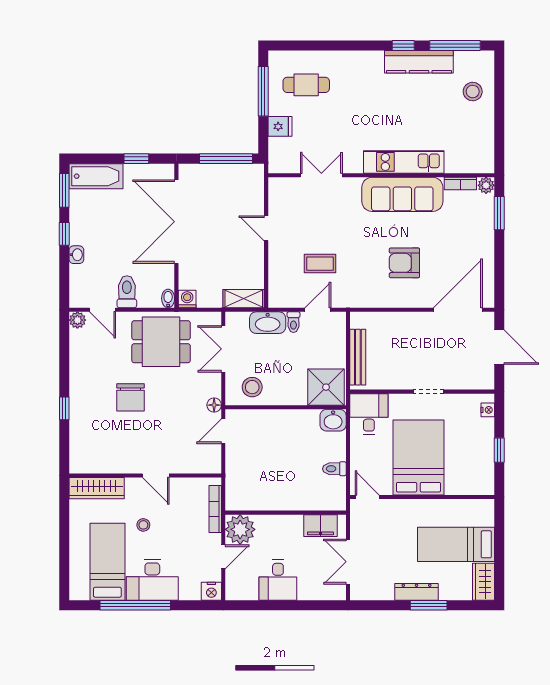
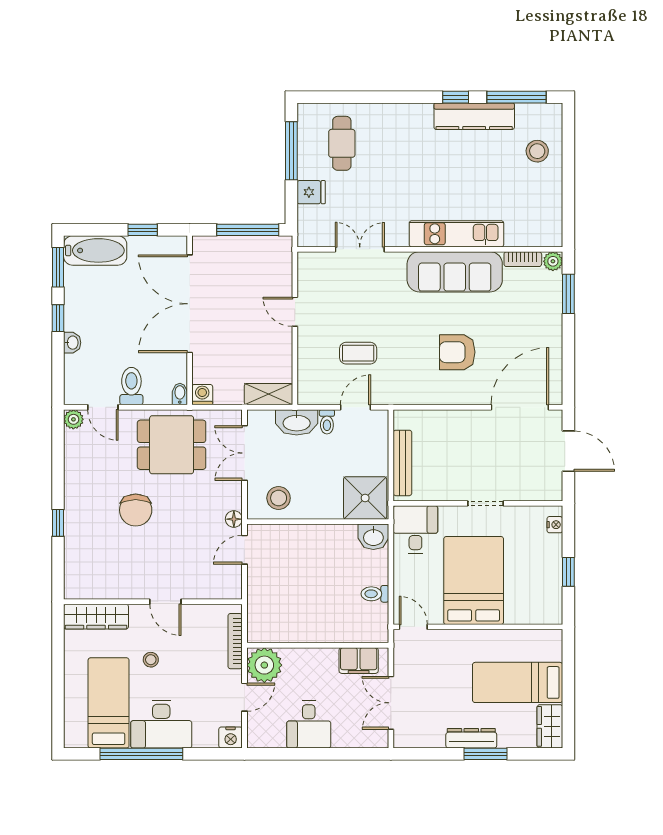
cafe table: (306, 85) -> (342, 143), turned 90

